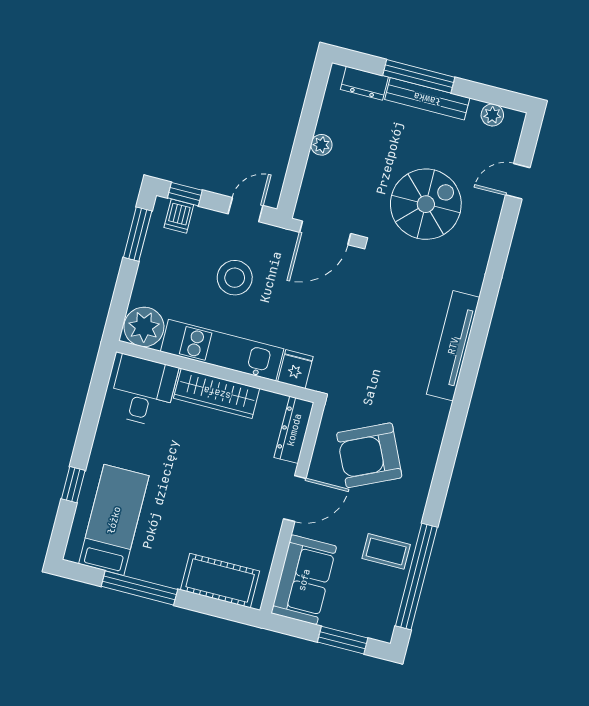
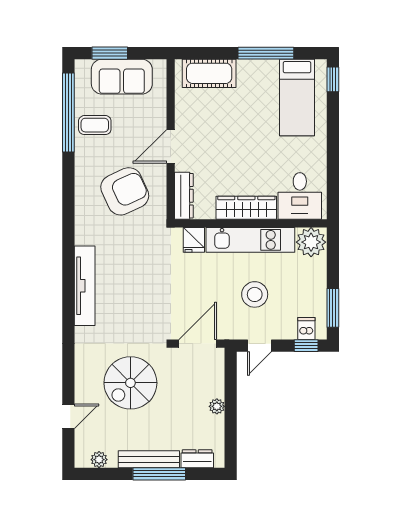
window: (73, 485) -> (333, 79), moved
sofa: (304, 580) -> (122, 77), moved, turned -90

